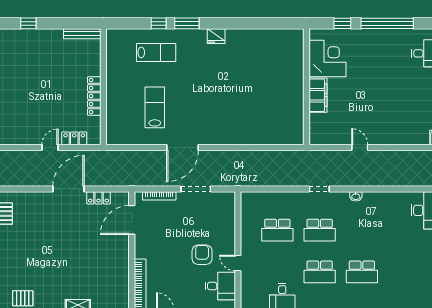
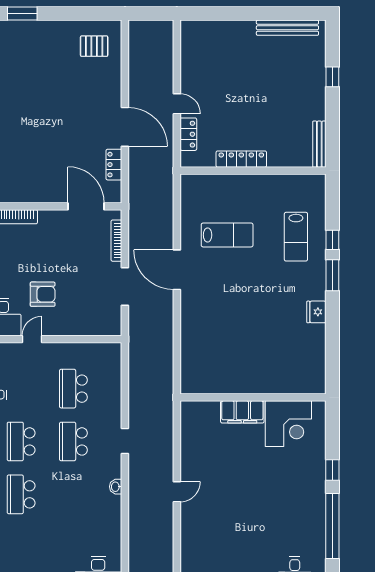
corner desk: (327, 58) -> (288, 424), moved
wall: (306, 87) -> (253, 397), moved
filing cabinet: (318, 95) -> (242, 412), moved

